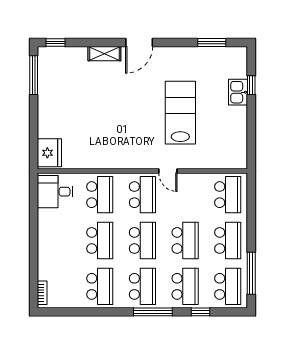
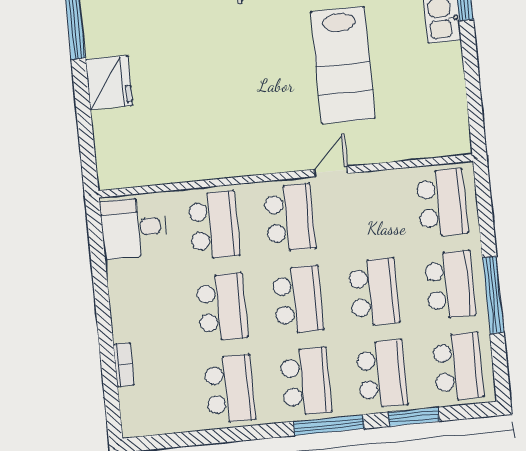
lab bench: (180, 113) -> (343, 65), turned 180
fridge: (49, 153) -> (109, 82), moved
door: (168, 171) -> (331, 171), swing flipped
window: (251, 273) -> (493, 295), moved
bookcase: (42, 293) -> (124, 365), moved
window: (200, 312) -> (414, 417), width x1.50

